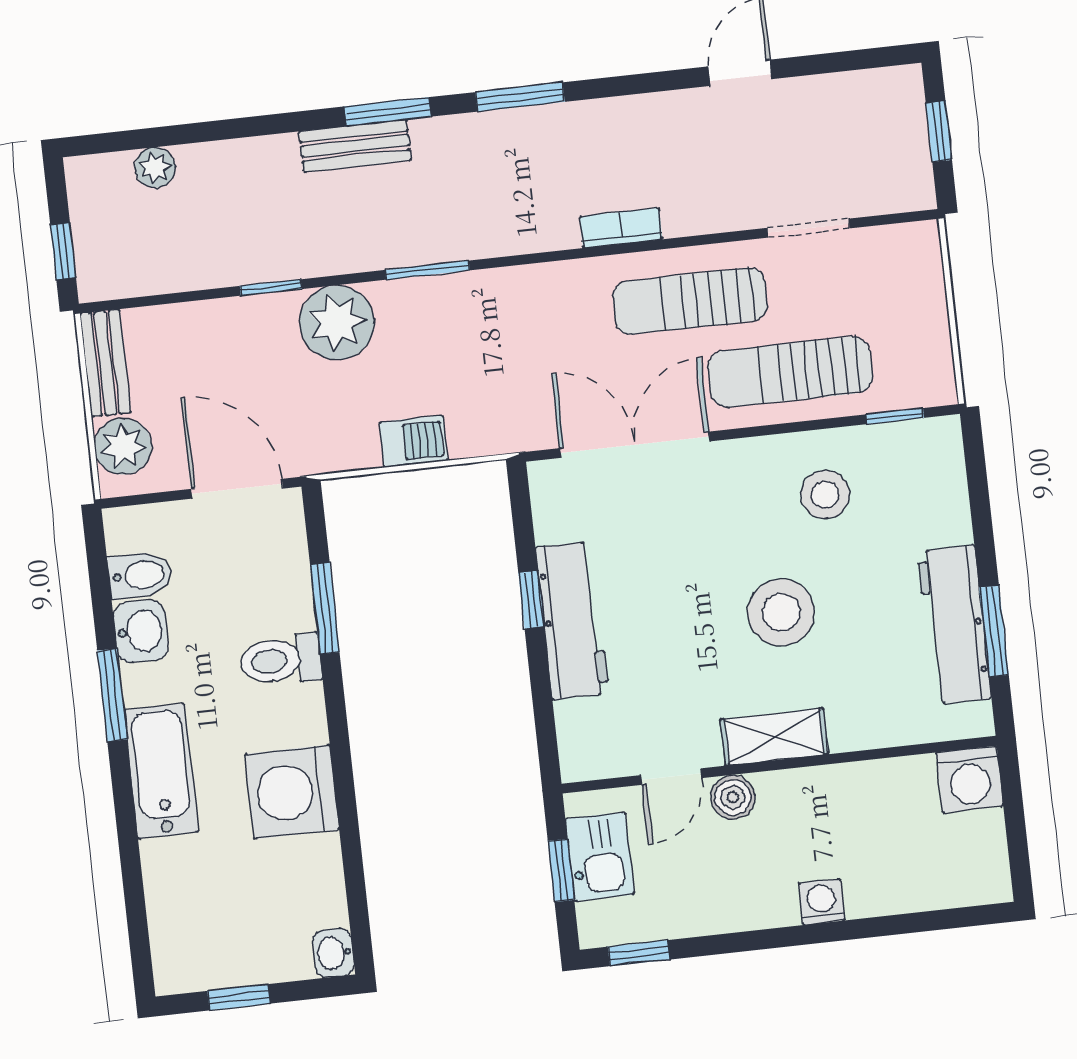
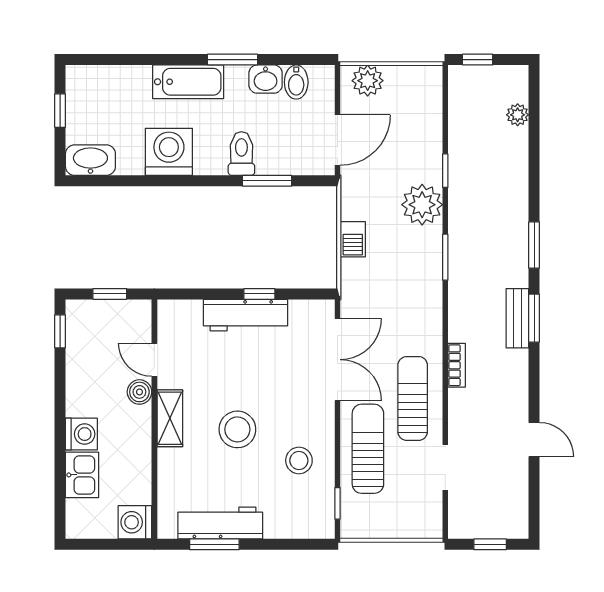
bench: (355, 146) -> (517, 318), moved
bench: (105, 363) -> (414, 76), removed
kitchen sink: (600, 857) -> (82, 475), moved, turned -90
washing machine: (822, 902) -> (81, 434), width x1.38, depth x1.38
washbasin: (334, 953) -> (90, 160), width x1.91, depth x1.45

